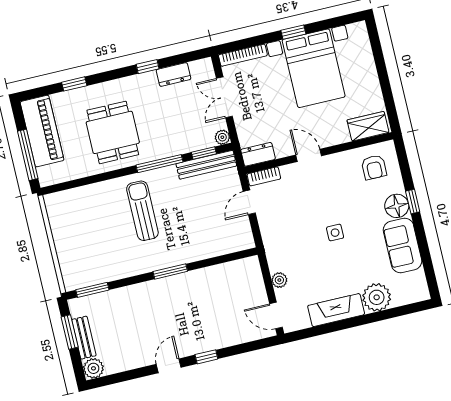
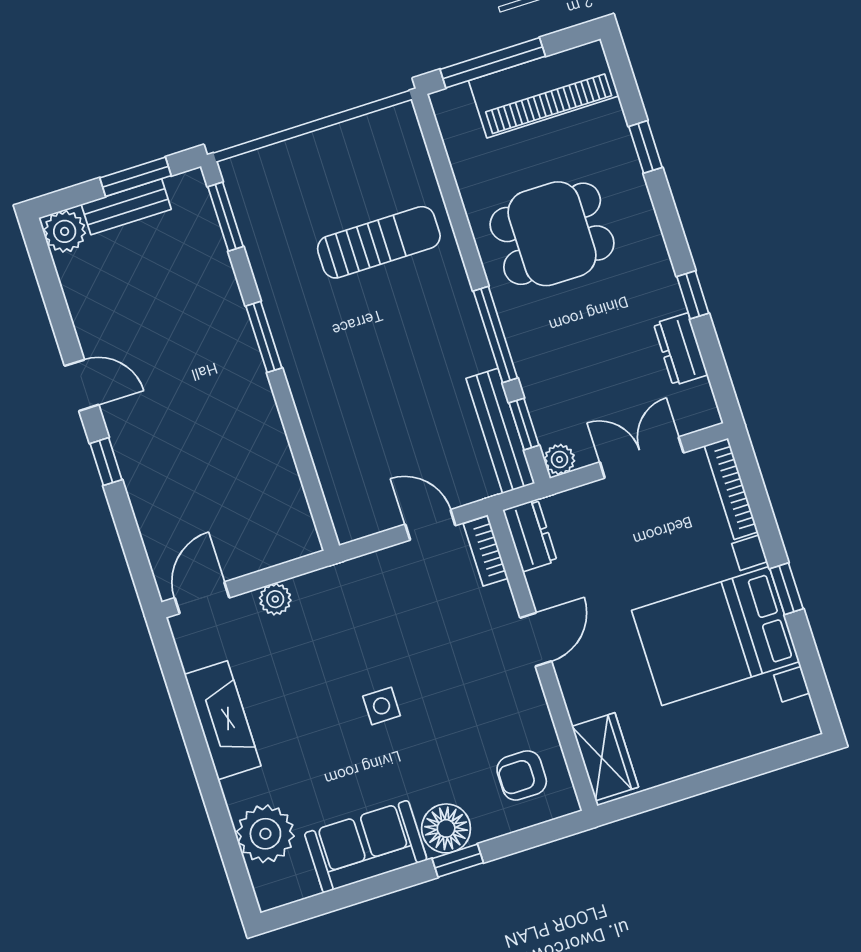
sun lounger: (142, 211) -> (379, 242), moved
window: (170, 271) -> (264, 337), moved
plant: (377, 297) -> (265, 834), moved

